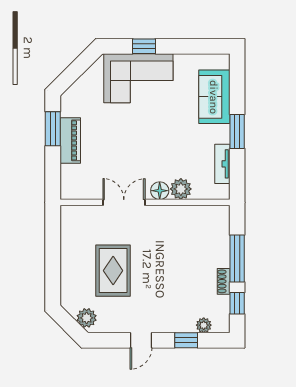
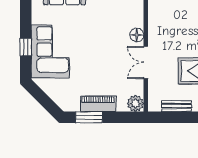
plant: (181, 189) -> (135, 103), moved
bench: (67, 242) -> (176, 106), added

